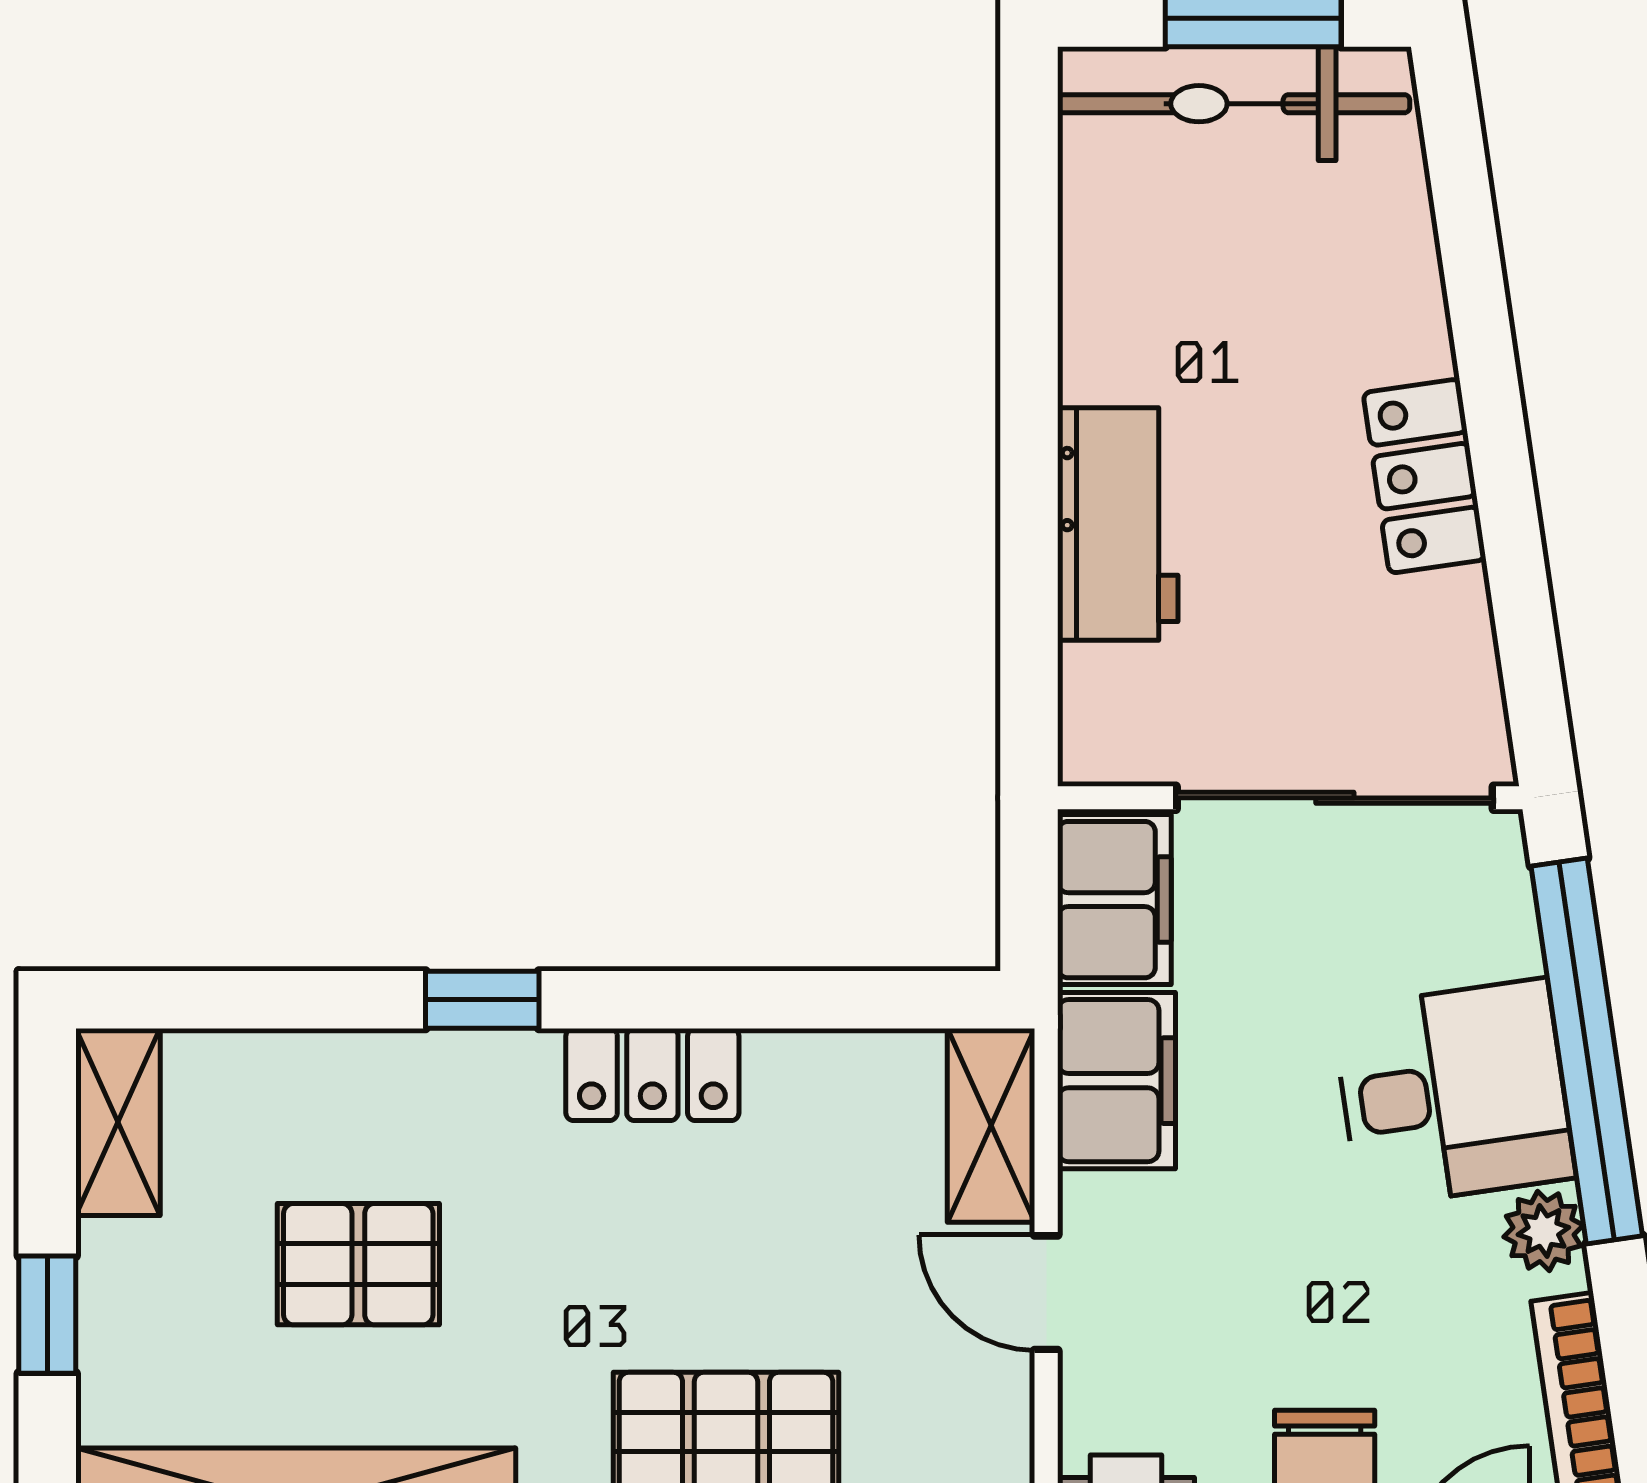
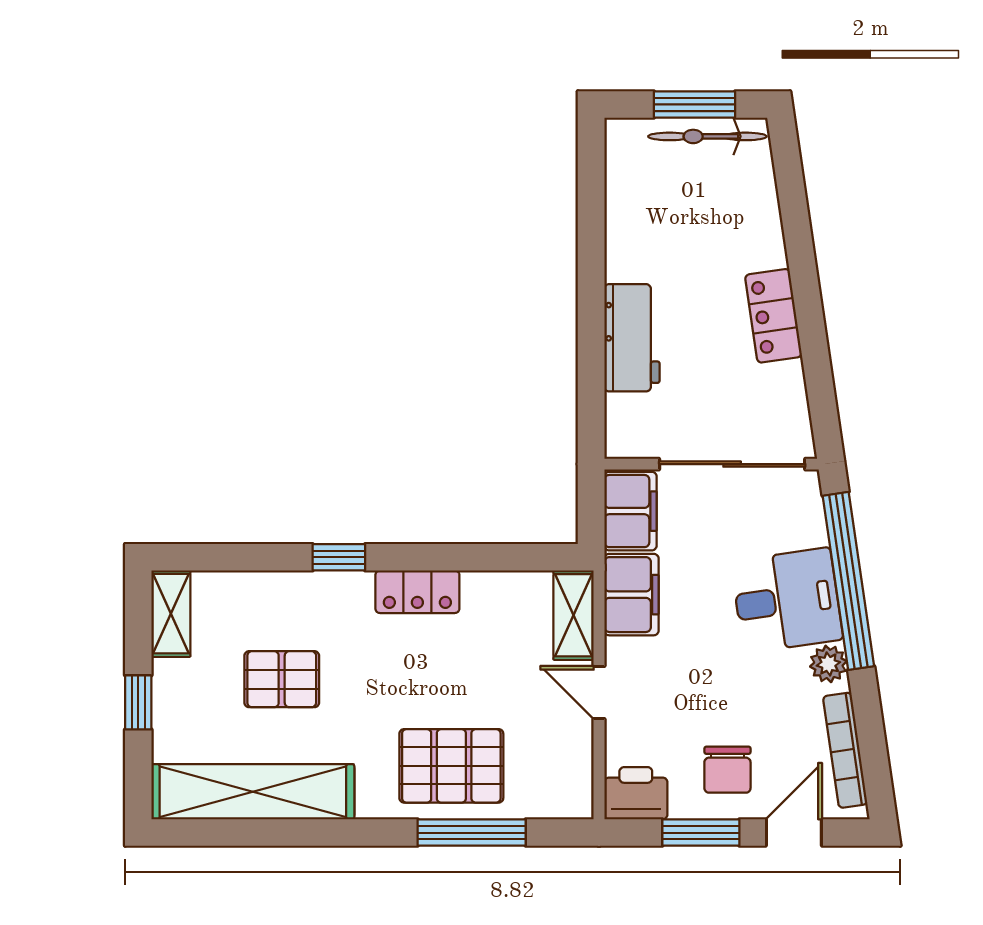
bicycle: (1234, 104) -> (707, 136), width x0.73, depth x0.71

